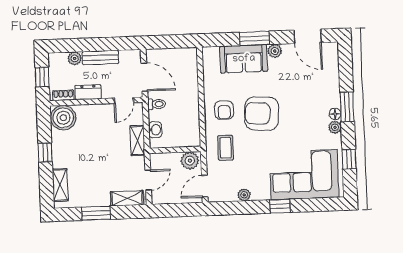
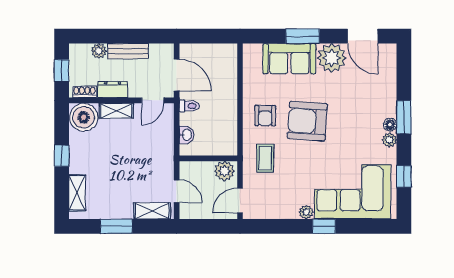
plant: (275, 51) -> (332, 58), width x1.87, depth x1.87
shelving: (137, 141) -> (116, 111), moved, turned 90
door: (148, 180) -> (177, 191), hinge flipped
plant: (244, 195) -> (306, 212), moved

